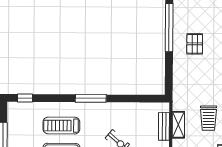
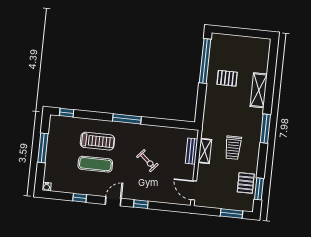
pallet: (195, 44) -> (227, 78), turned 90
treadmill: (61, 126) -> (97, 141), turned 180

